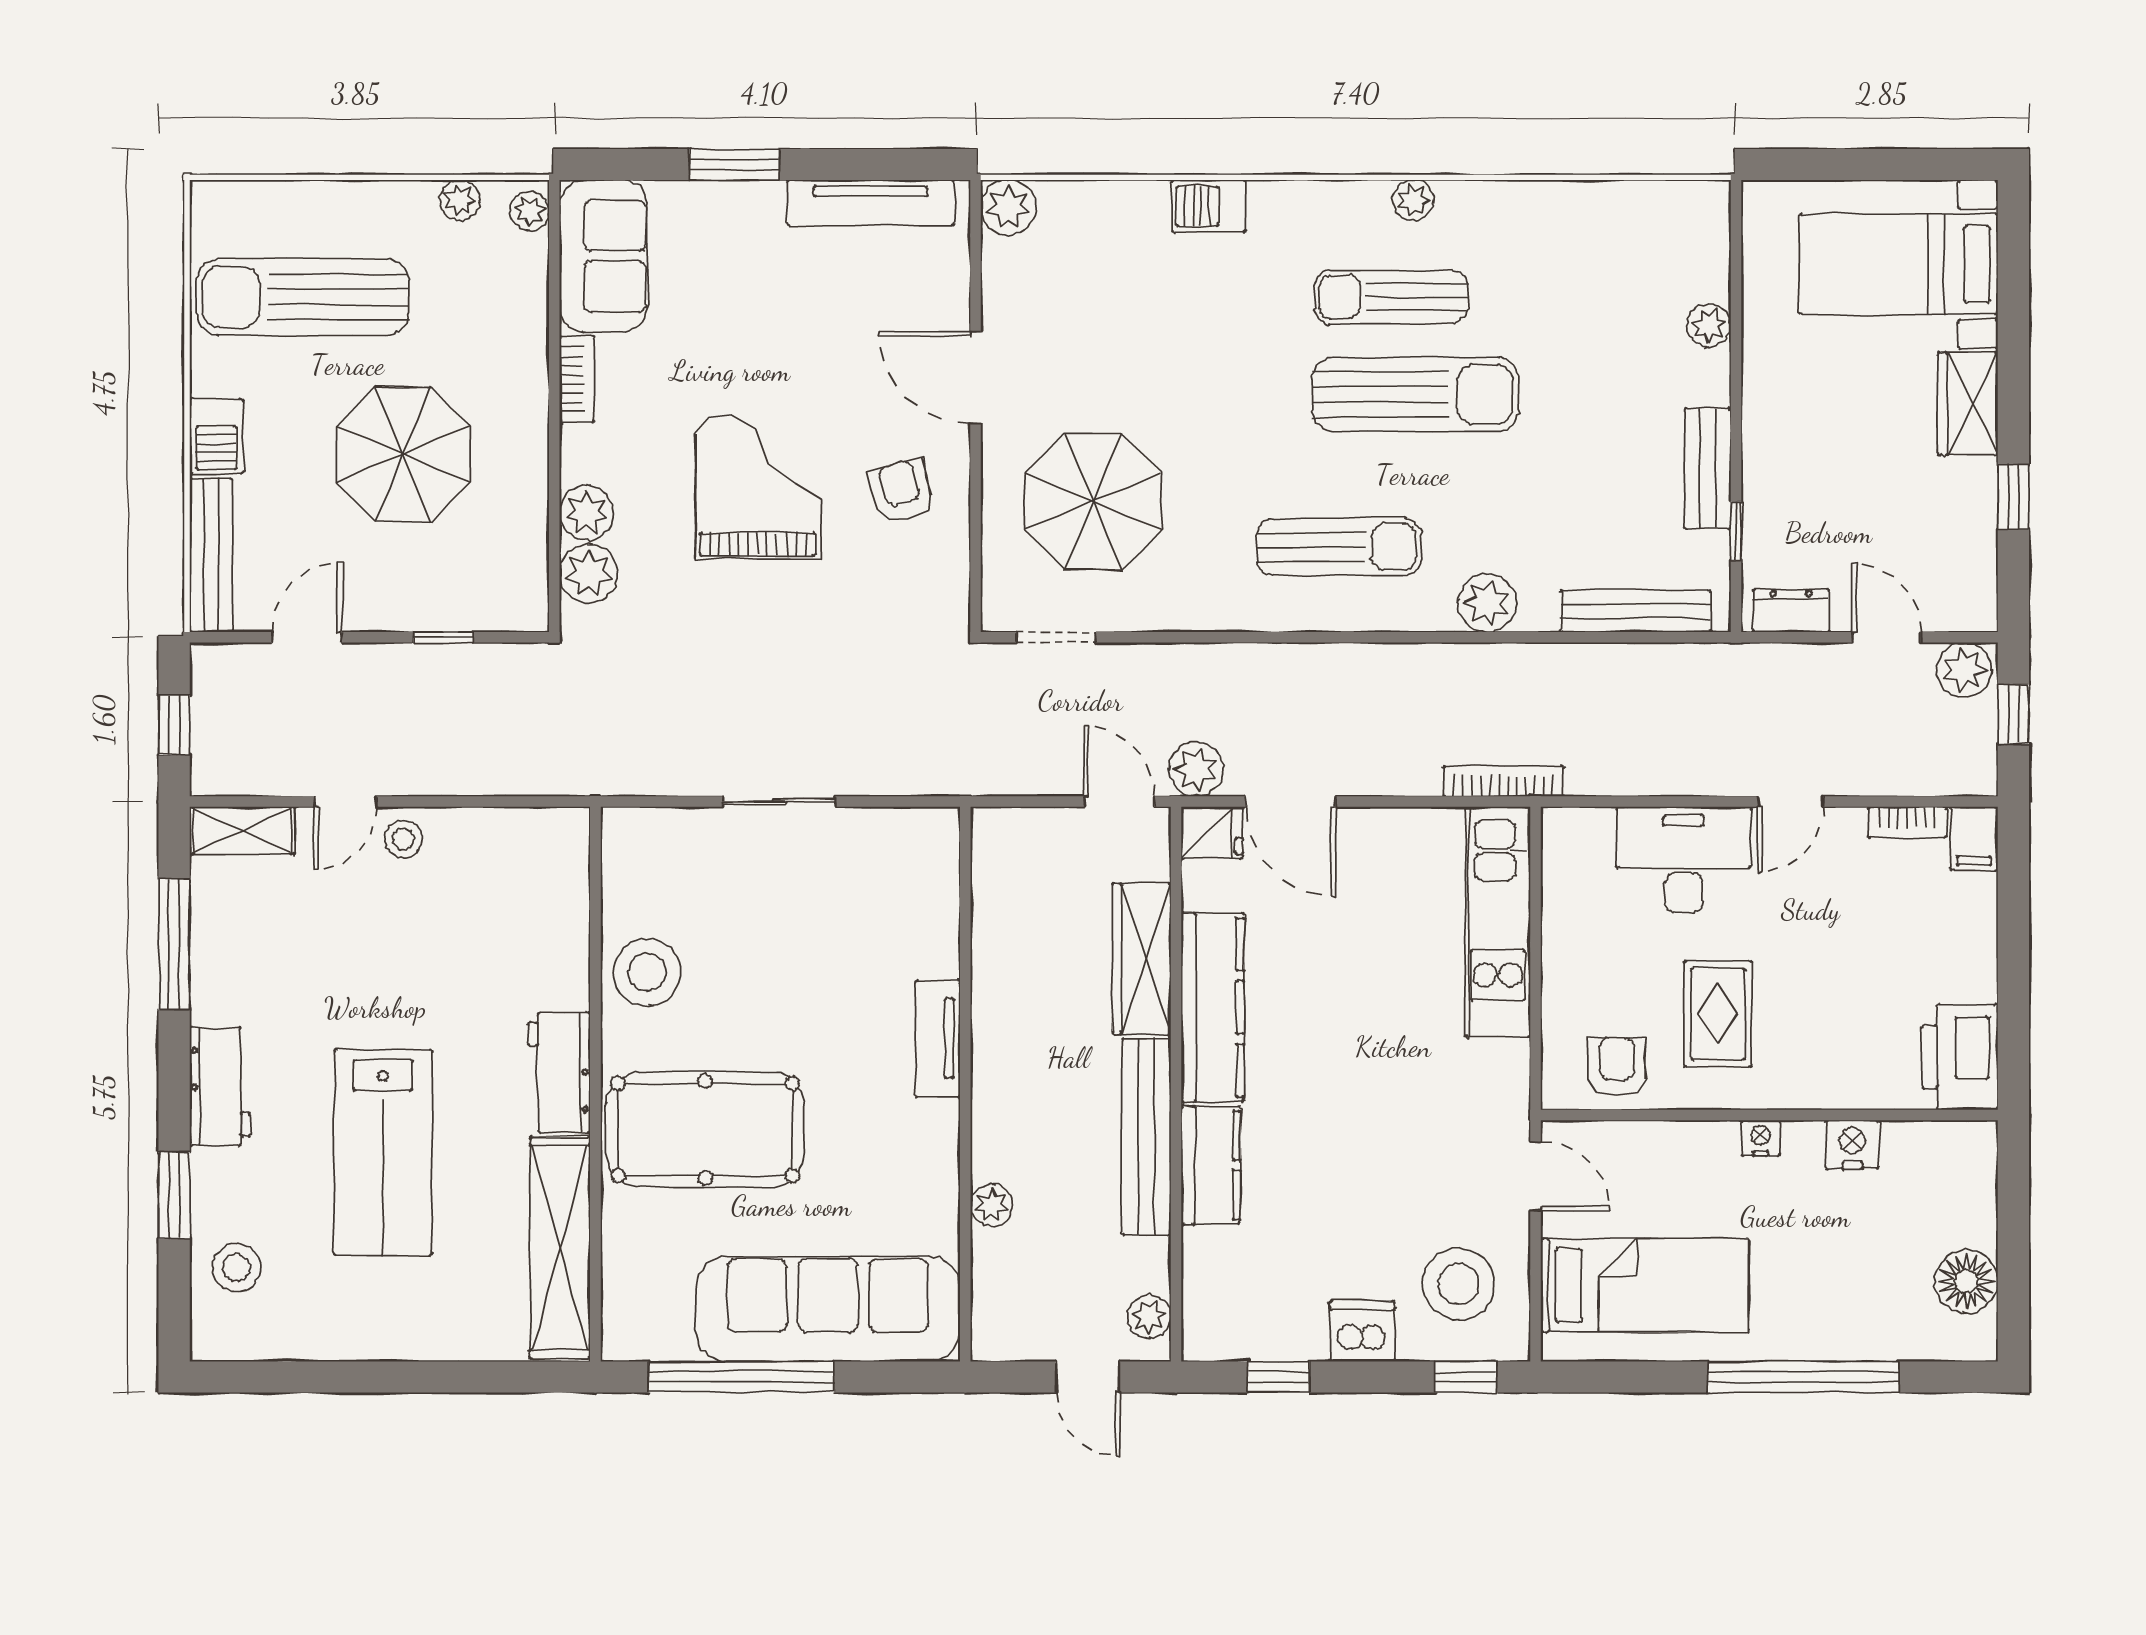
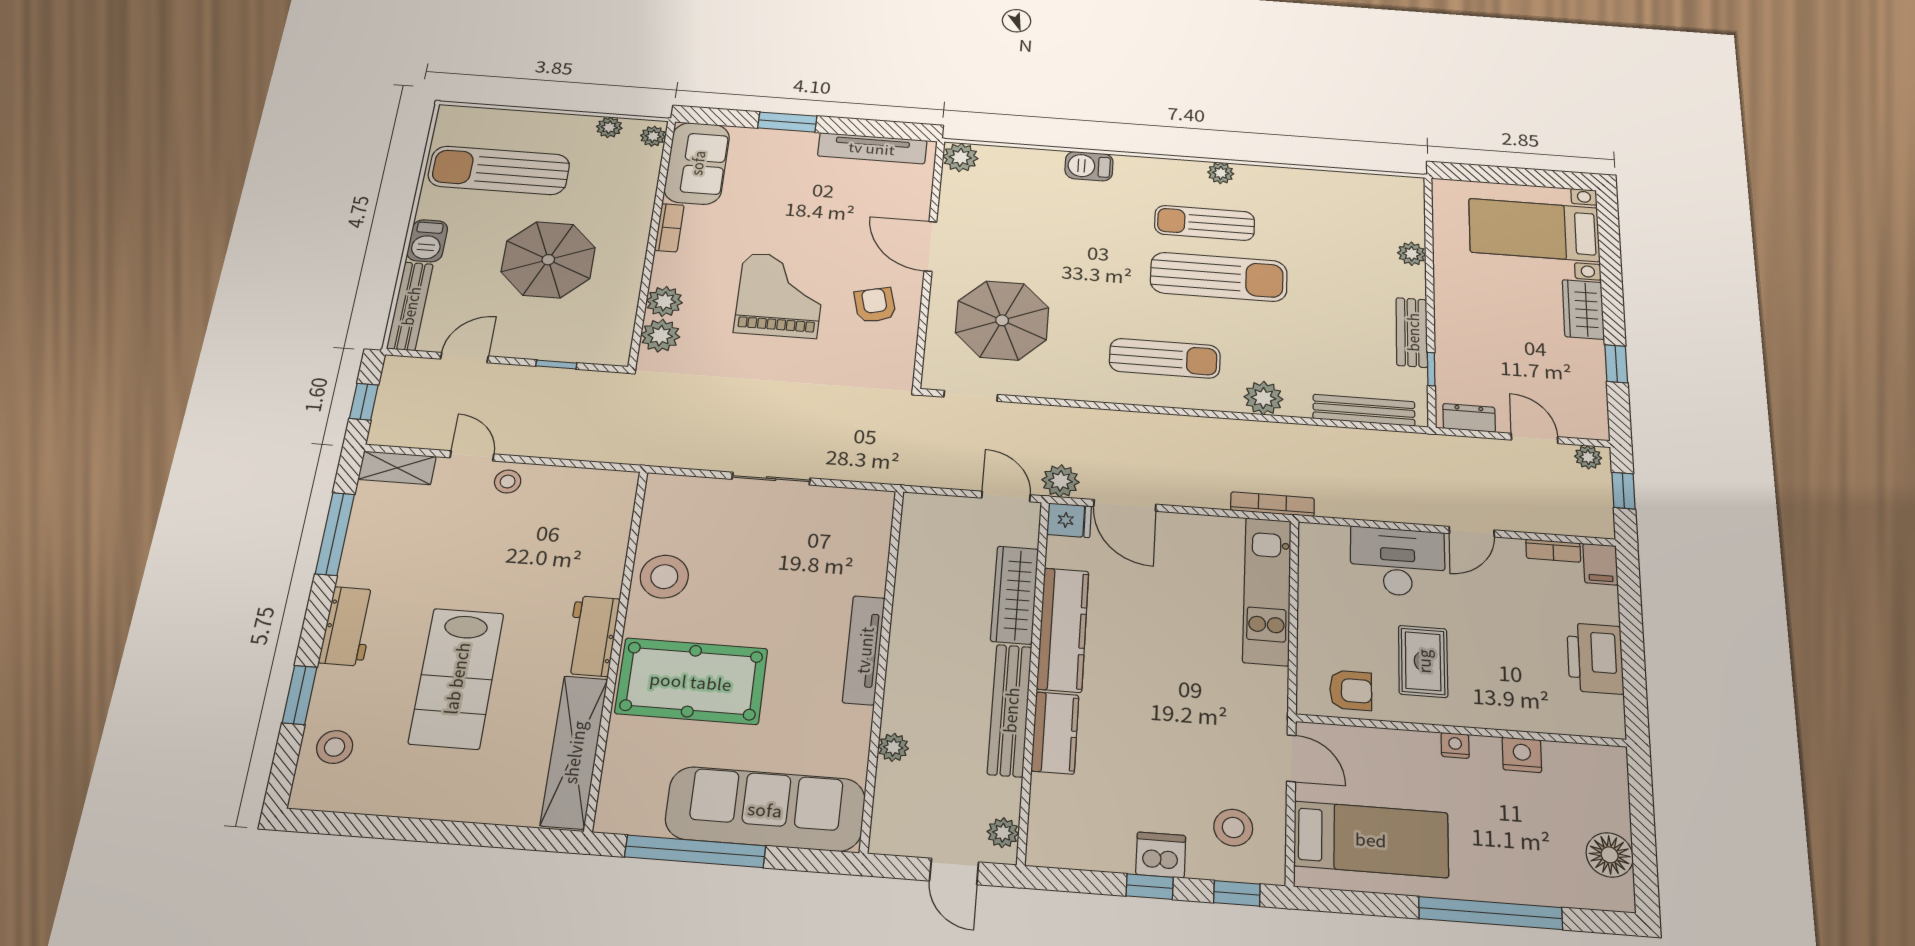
plant: (1964, 670) -> (1588, 457), width x0.73, depth x0.73
door: (346, 802) -> (472, 456), swing flipped
tv unit: (938, 1038) -> (864, 650), width x1.41
printer: (1960, 1057) -> (1595, 658), moved
armchair: (1617, 1067) -> (1351, 690), turned 90
stool: (1458, 1284) -> (1233, 828), width x0.73, depth x0.73
window: (1278, 1377) -> (1150, 887), moved

